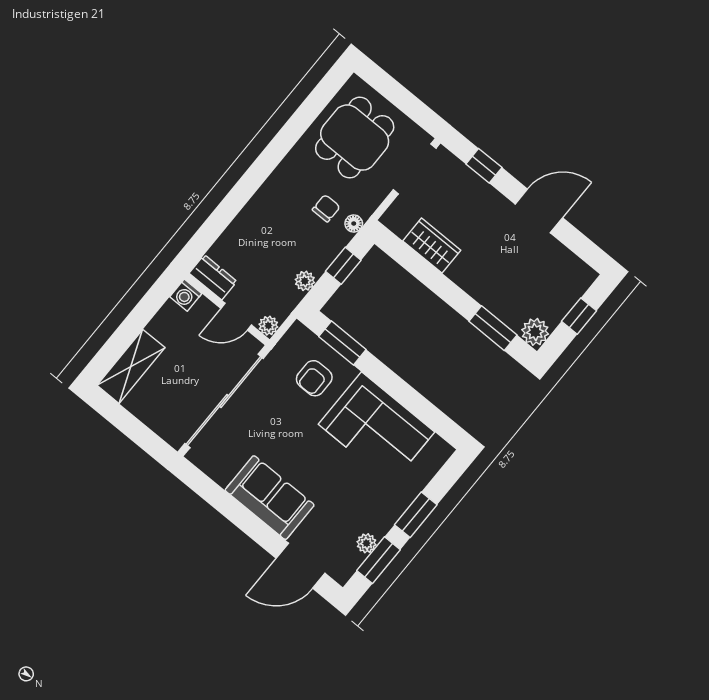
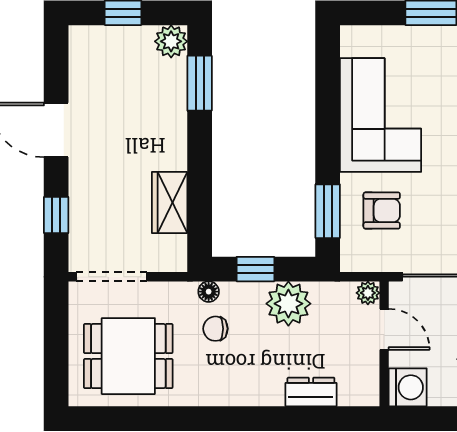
dresser: (213, 277) -> (311, 392), moved, turned 90
plant: (305, 281) -> (288, 304), width x1.88, depth x1.88
washing machine: (186, 295) -> (408, 387), width x1.38, depth x1.38

